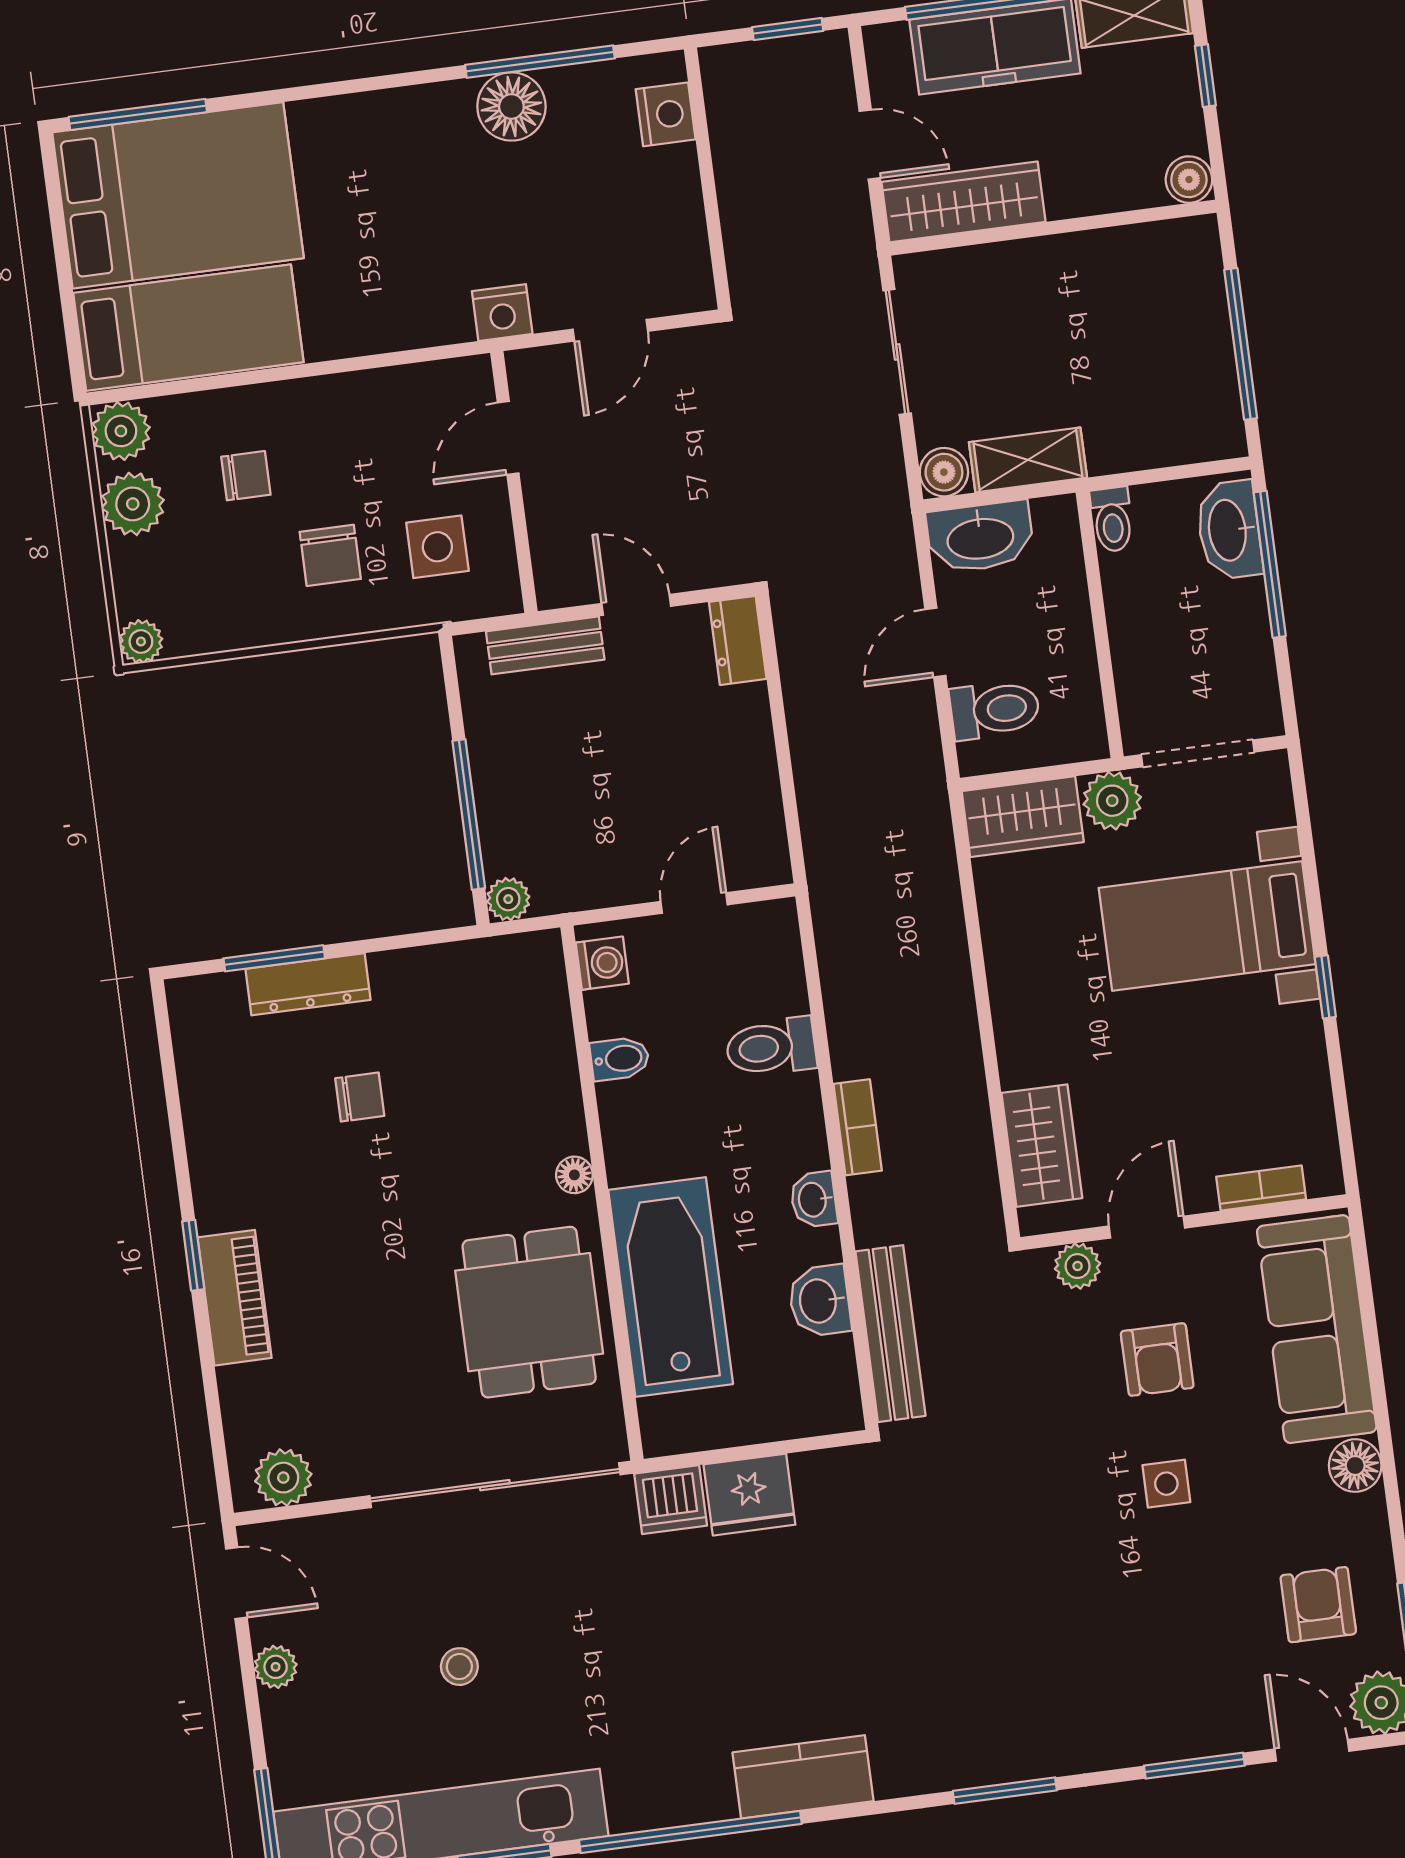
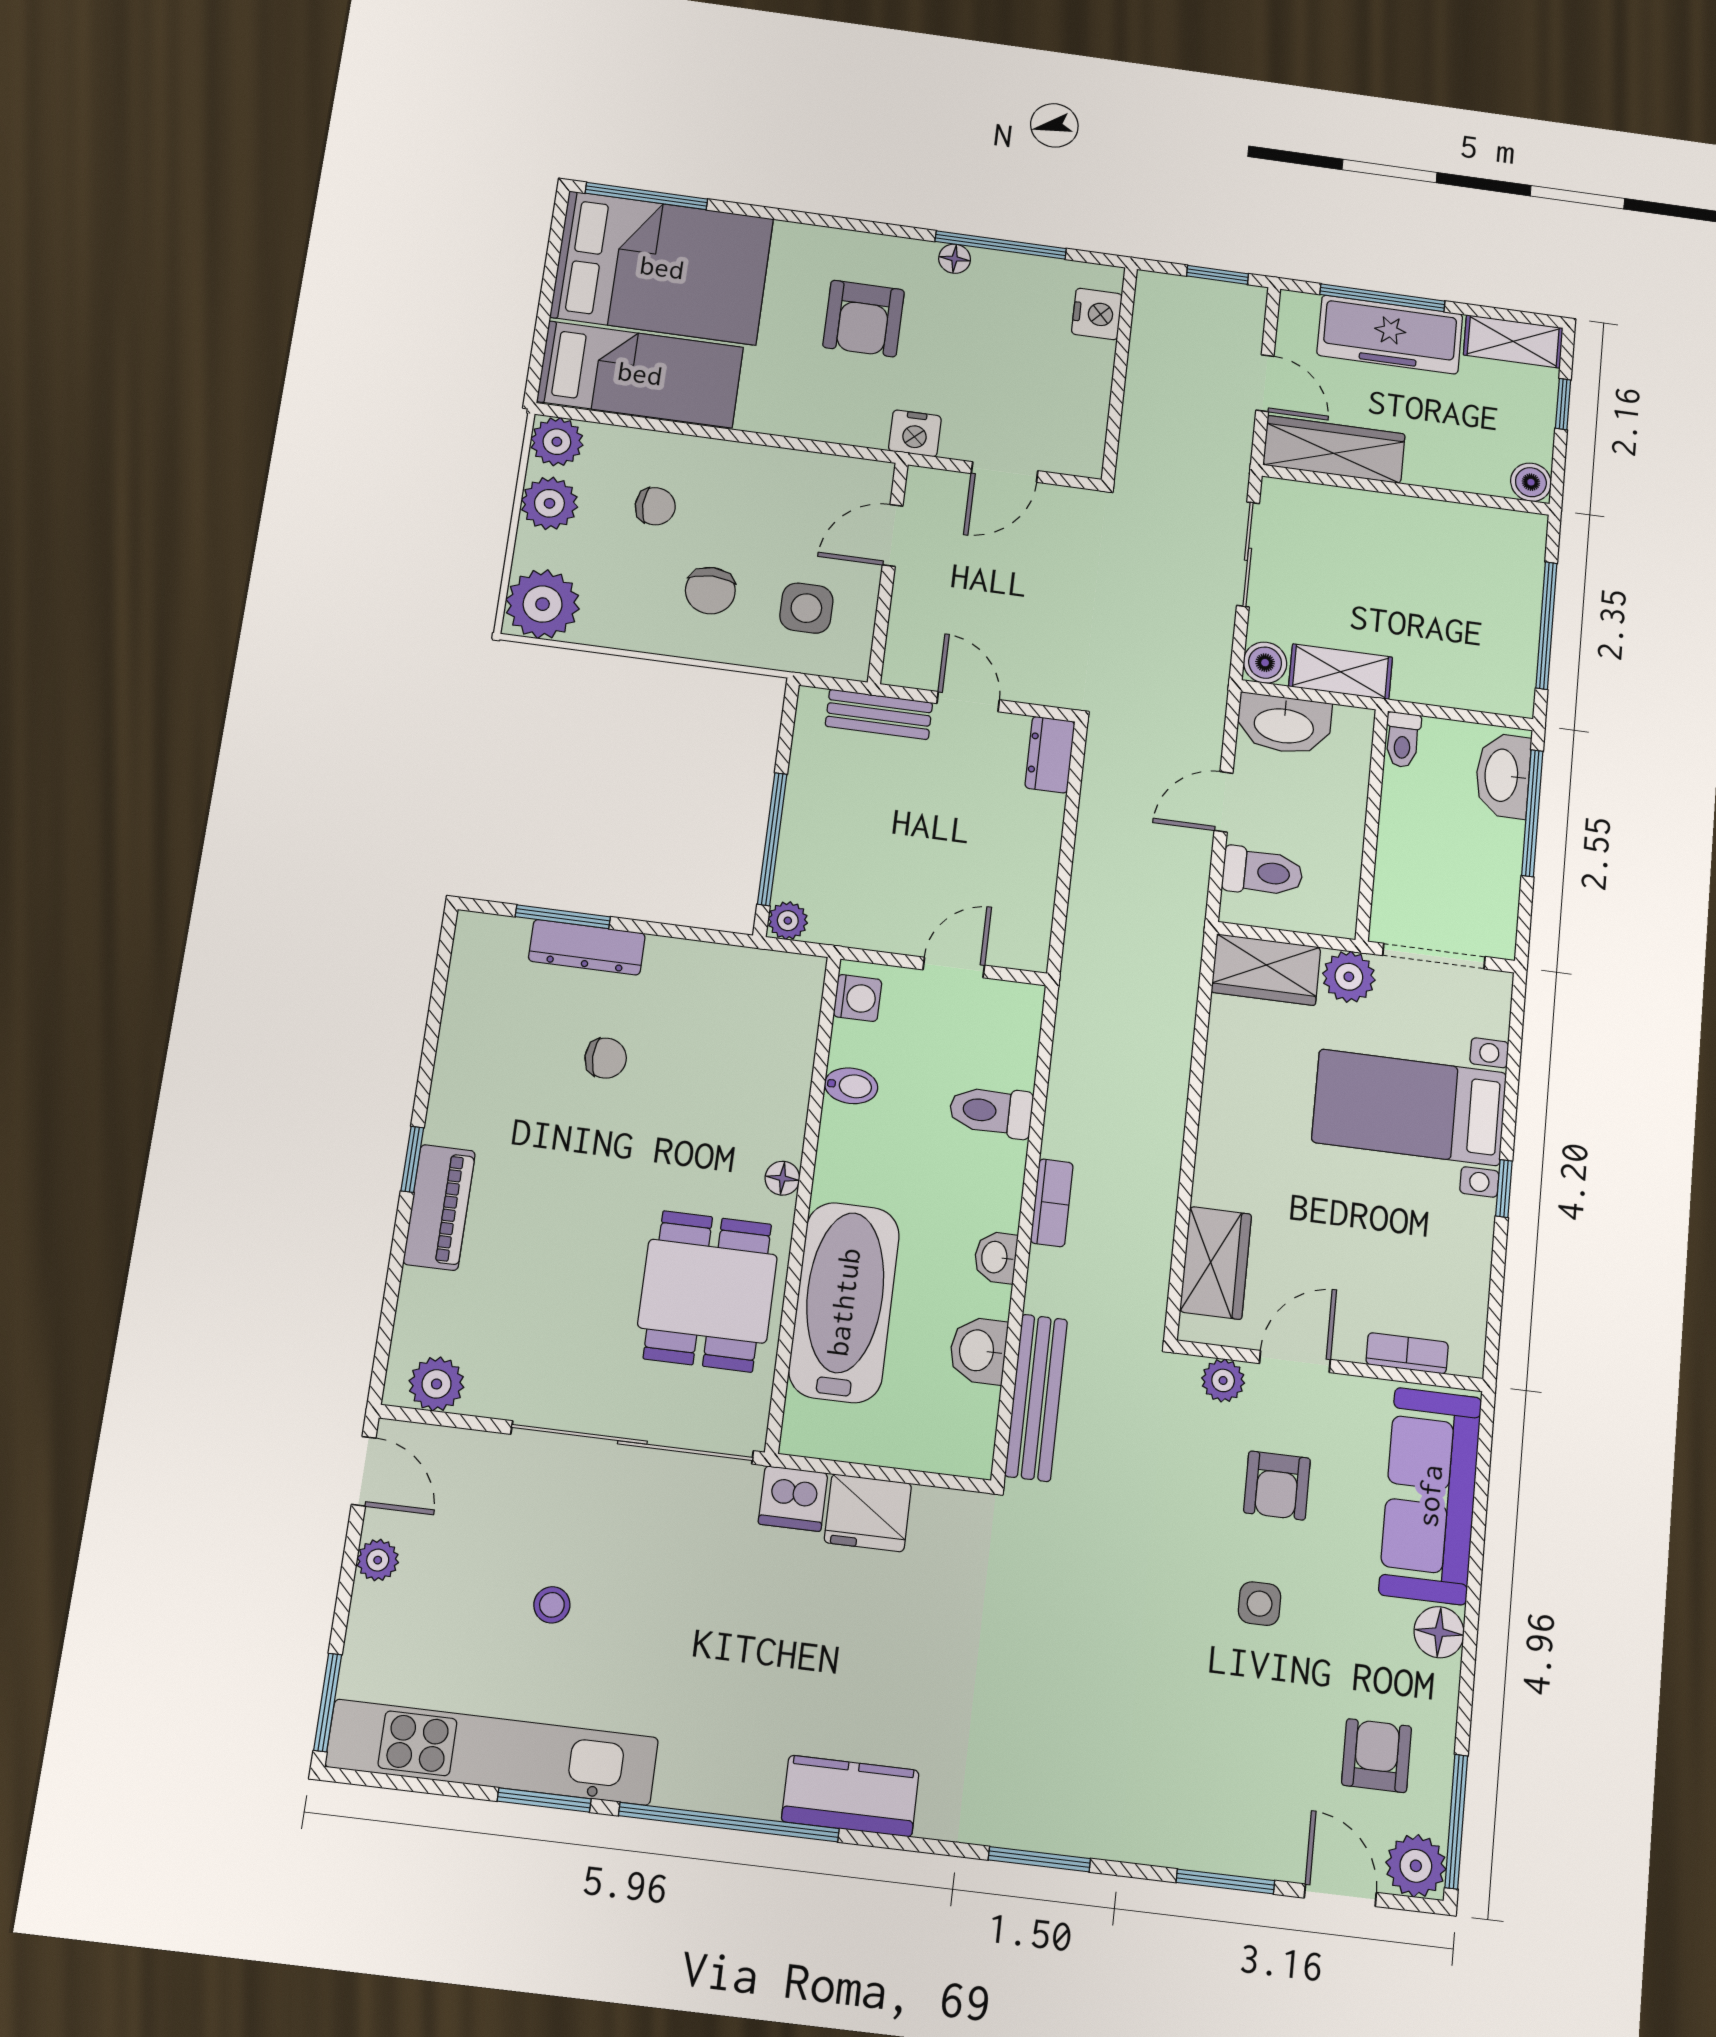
floor lamp: (511, 106) -> (955, 259), width x0.53, depth x0.53
armchair: (412, 193) -> (864, 319), added
plant: (141, 641) -> (543, 604), width x1.88, depth x1.88

